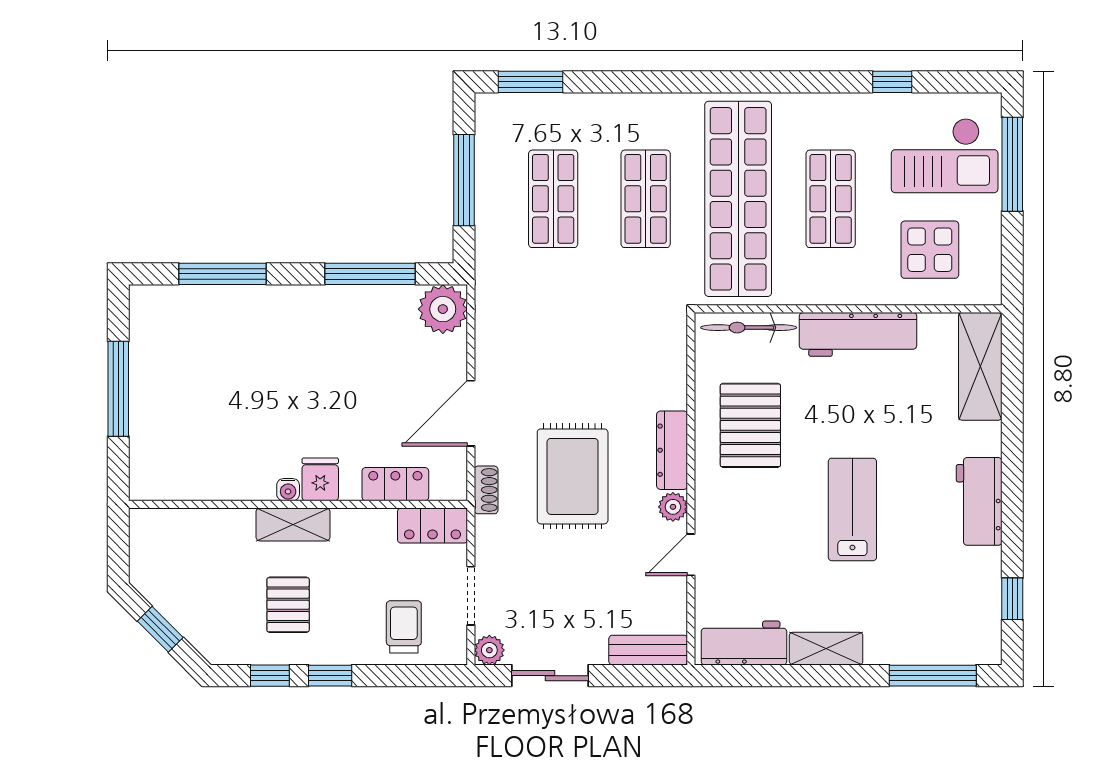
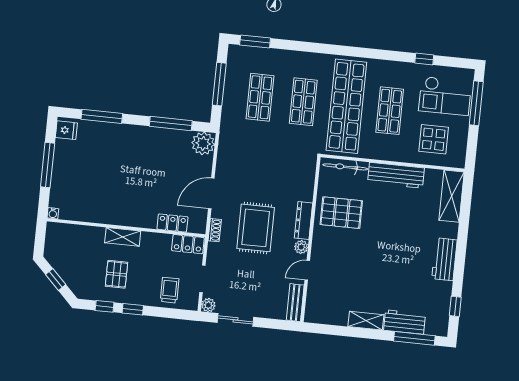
pallet: (750, 425) -> (341, 213), turned 90
fridge: (320, 479) -> (66, 130), moved, turned 90
water cooler: (288, 490) -> (53, 213), moved
lab bench: (852, 509) -> (385, 257), removed
workbench: (744, 643) -> (405, 322), moved
bench: (648, 650) -> (295, 303), moved, turned 90

